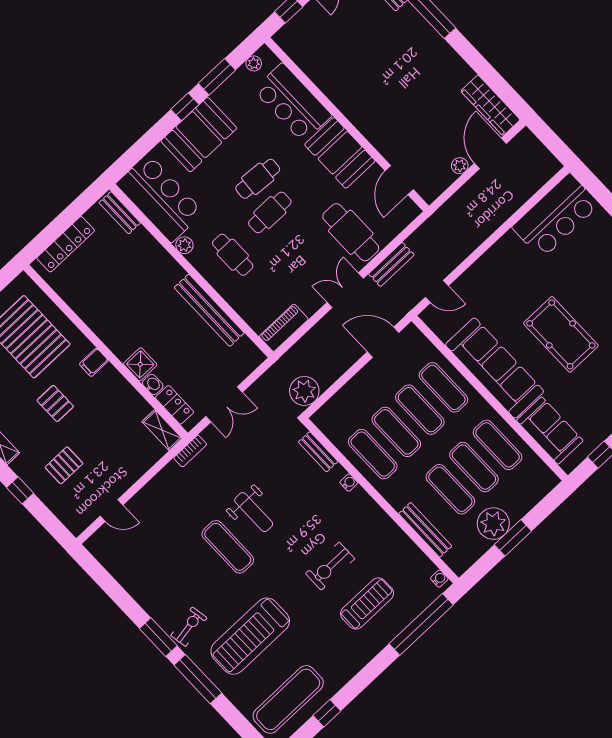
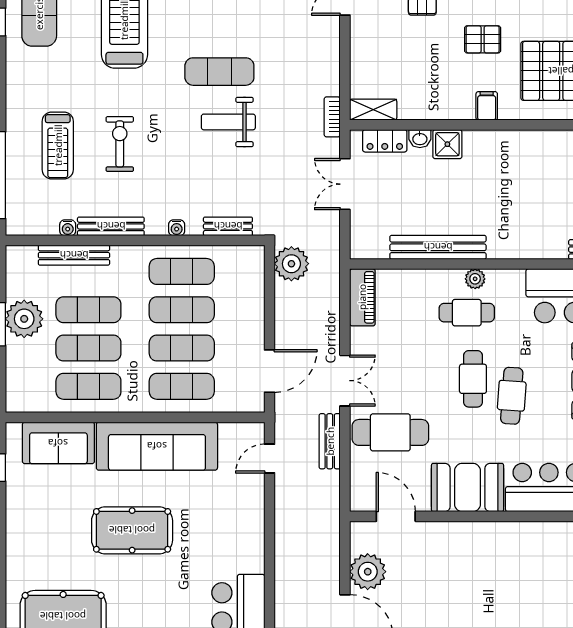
plant: (460, 166) -> (368, 572), width x1.88, depth x1.88
plant: (184, 245) -> (475, 279), moved
bench: (386, 524) -> (111, 226), added
water cooler: (439, 579) -> (68, 228), moved

